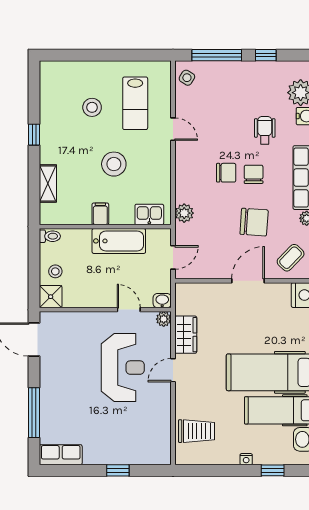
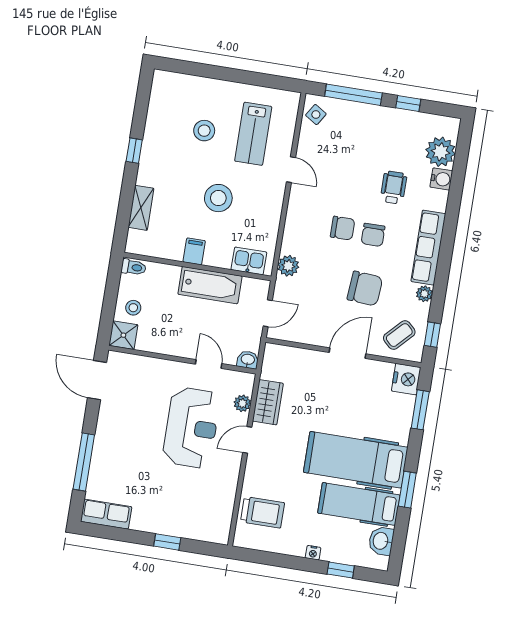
chair: (254, 174) -> (373, 235), turned 180
plant: (164, 319) -> (242, 403), moved

